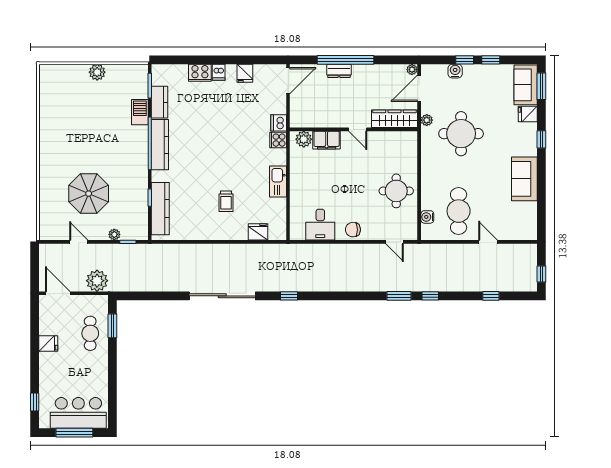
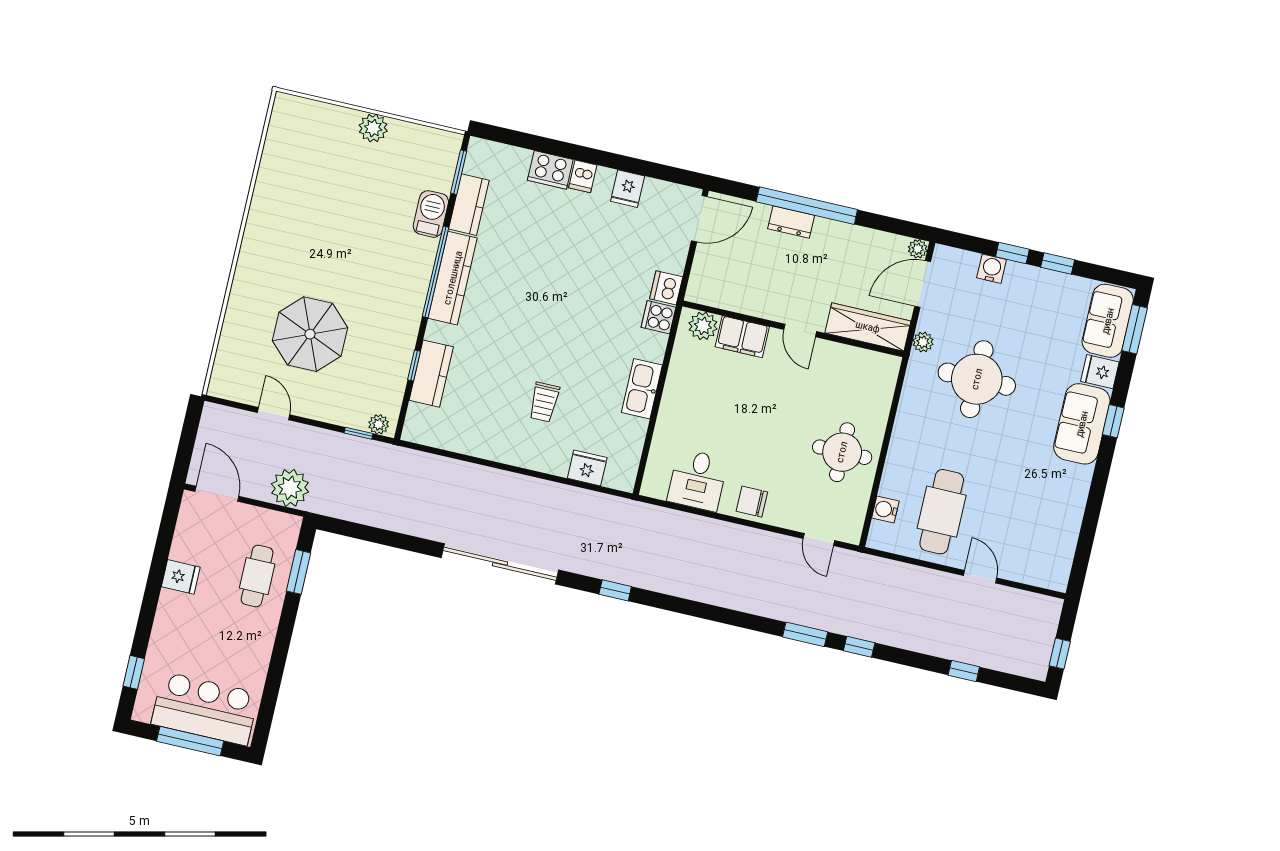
sofa: (524, 179) -> (1082, 424), moved
kitchen counter: (160, 209) -> (431, 374), width x0.67
plant: (114, 234) -> (379, 424), moved

